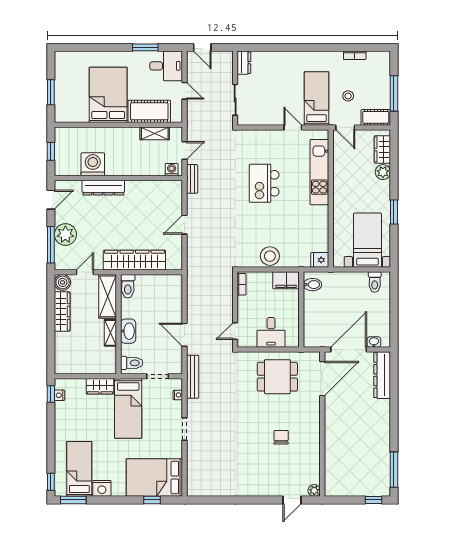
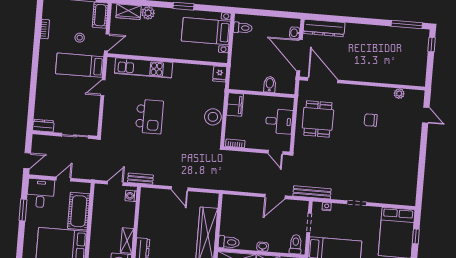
shelving: (155, 133) -> (127, 241), moved
door: (185, 150) -> (115, 183), hinge flipped
kitchen island: (264, 183) -> (149, 117), turned -90
bidet: (312, 285) -> (270, 84), moved
washbasin: (128, 331) -> (263, 247), width x0.52, depth x0.69
plant: (314, 490) -> (399, 94), moved

